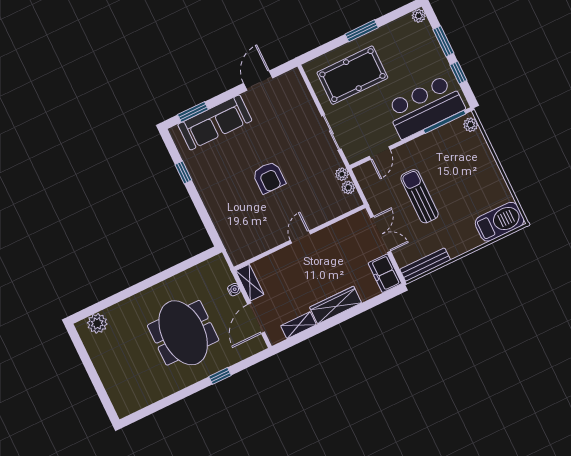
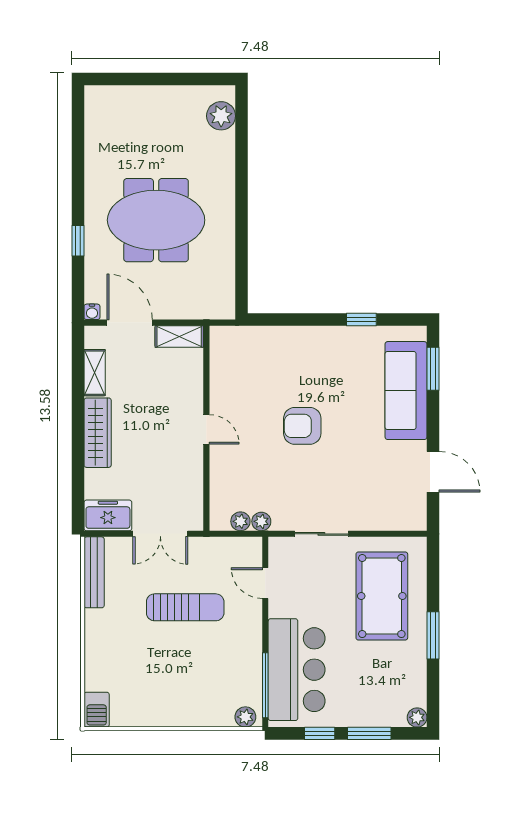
barbecue: (500, 222) -> (97, 710), width x0.53, depth x0.65
water cooler: (234, 290) -> (92, 312), moved

